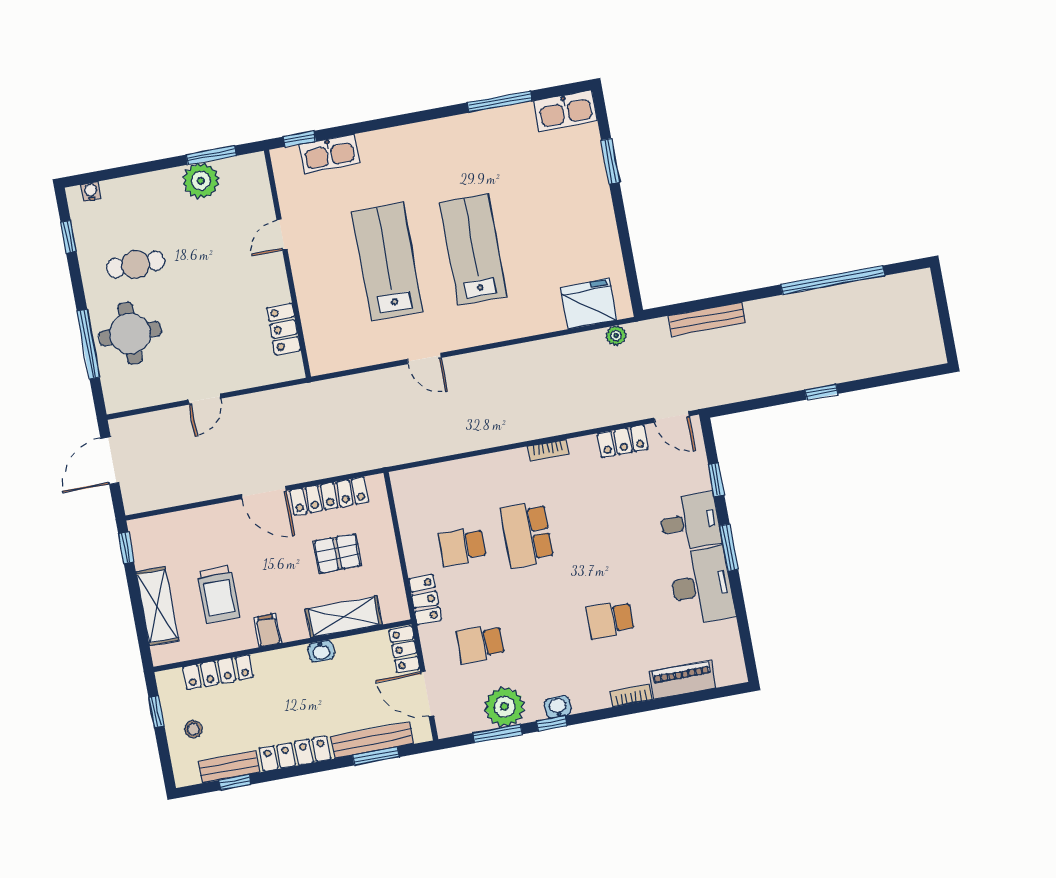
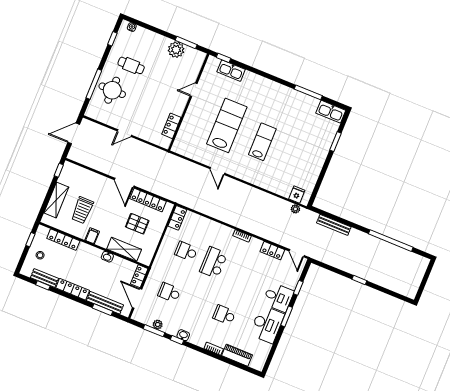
lab bench: (473, 249) -> (262, 142), width x0.73, depth x0.72
fridge: (589, 304) -> (297, 195), width x0.53, depth x0.75
locker: (425, 600) -> (177, 218), moved
plant: (504, 707) -> (158, 325), width x0.53, depth x0.53

